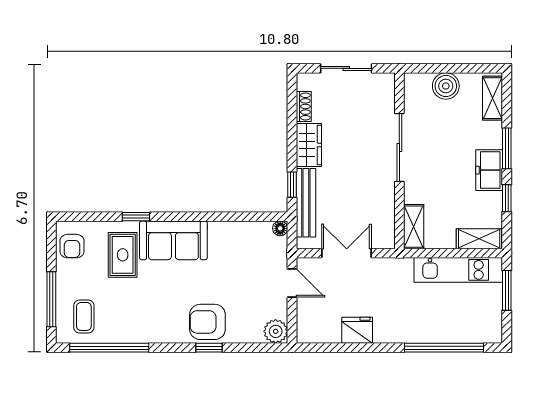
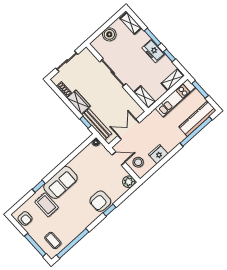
stool: (316, 315) -> (138, 162), added
kitchen counter: (463, 330) -> (197, 119), added

